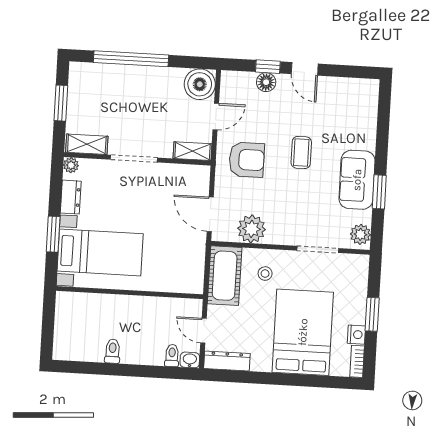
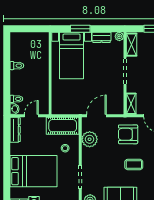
armchair: (247, 160) -> (128, 134), turned 90

